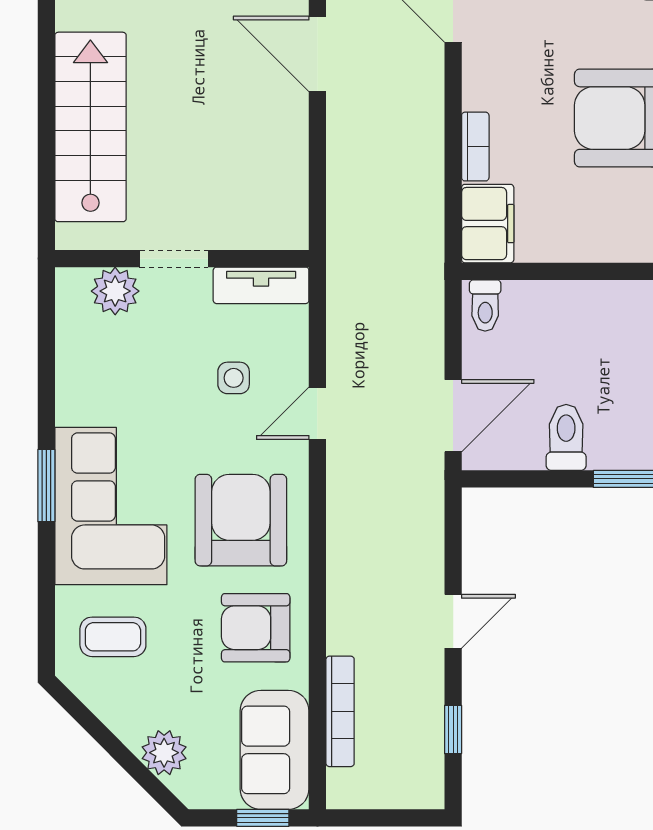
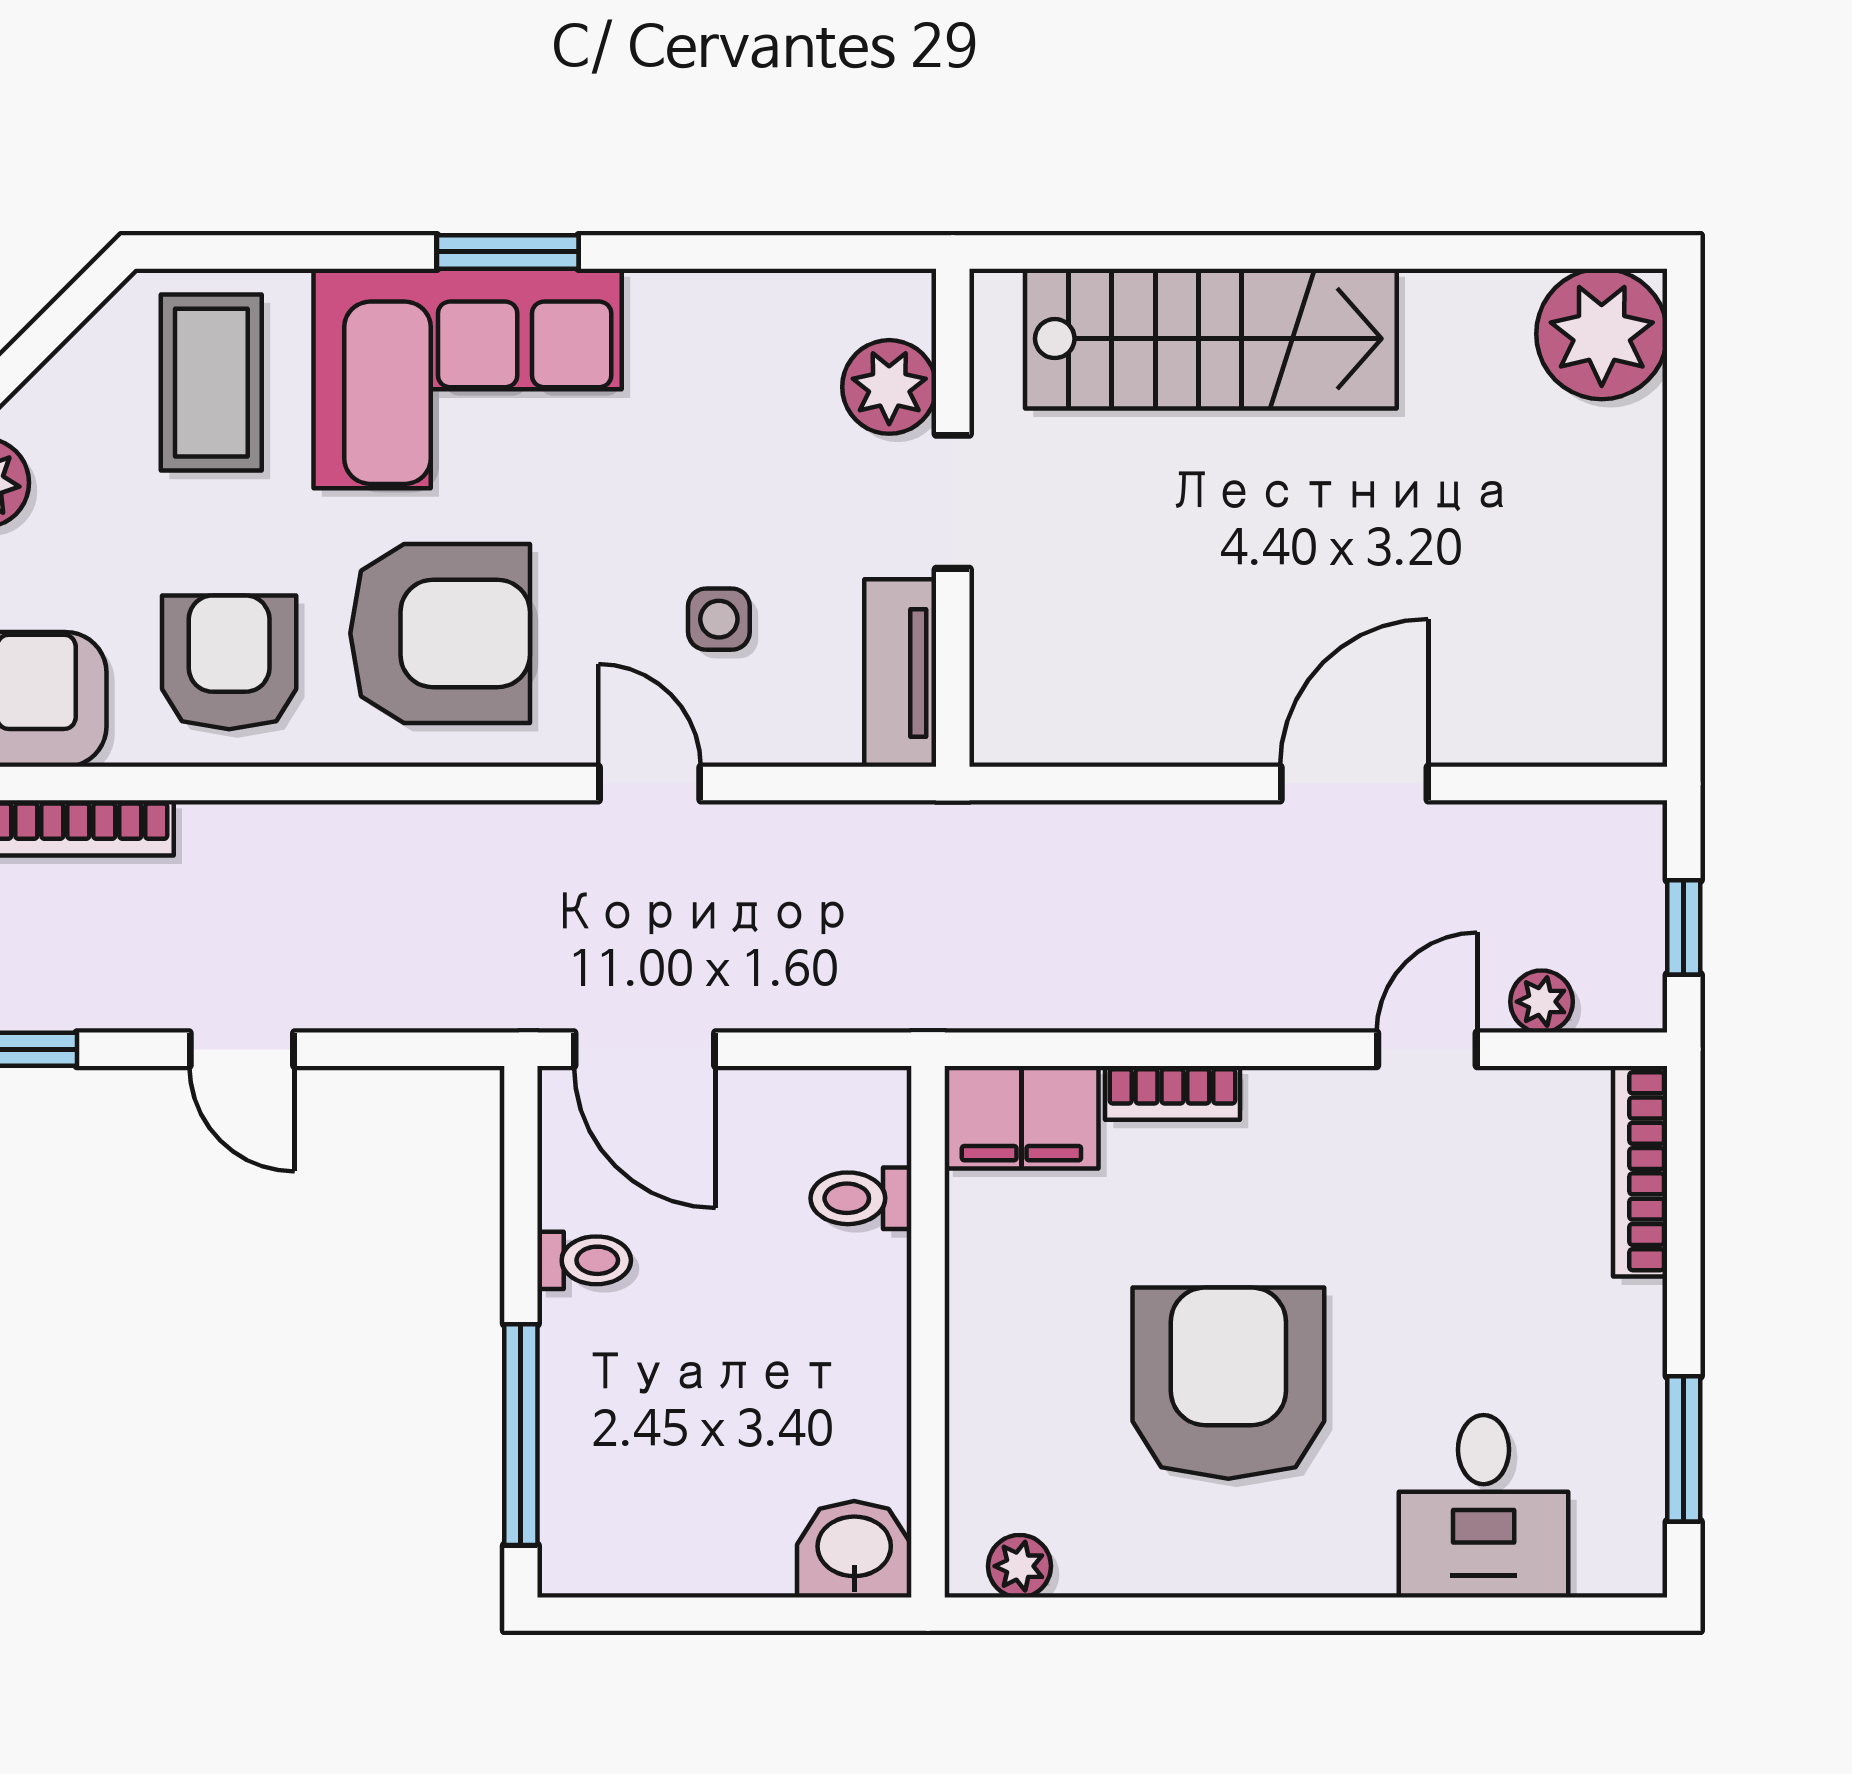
toilet: (485, 305) -> (861, 1198), moved
toilet: (566, 437) -> (584, 1260), width x0.73, depth x0.72
coffee table: (113, 637) -> (211, 383), width x1.36, depth x1.30

